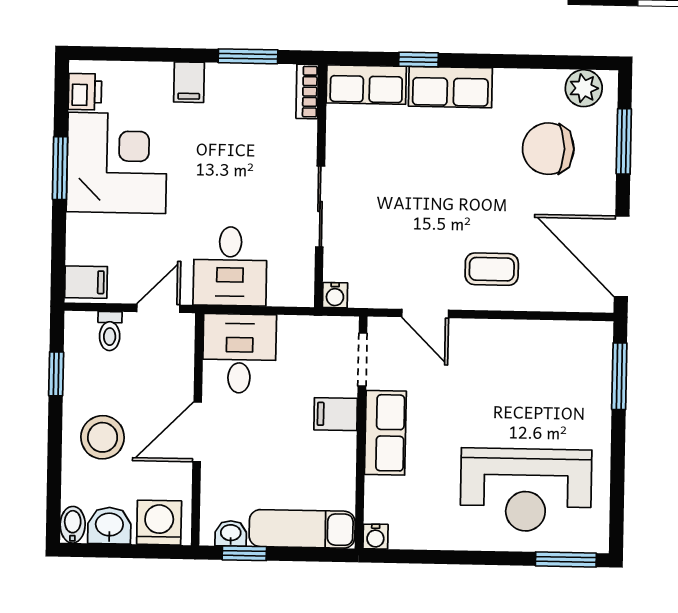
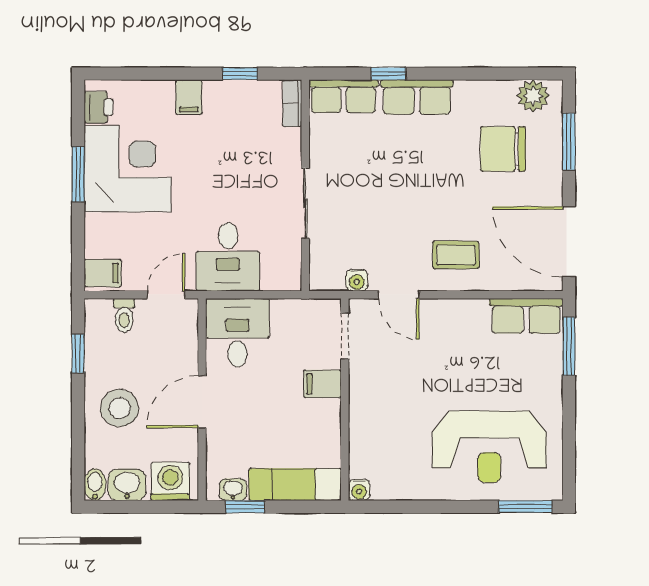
window: (248, 56) -> (240, 74), width x0.67
water cooler: (335, 295) -> (357, 280), moved
row of seats: (385, 433) -> (526, 316), moved, turned 90

